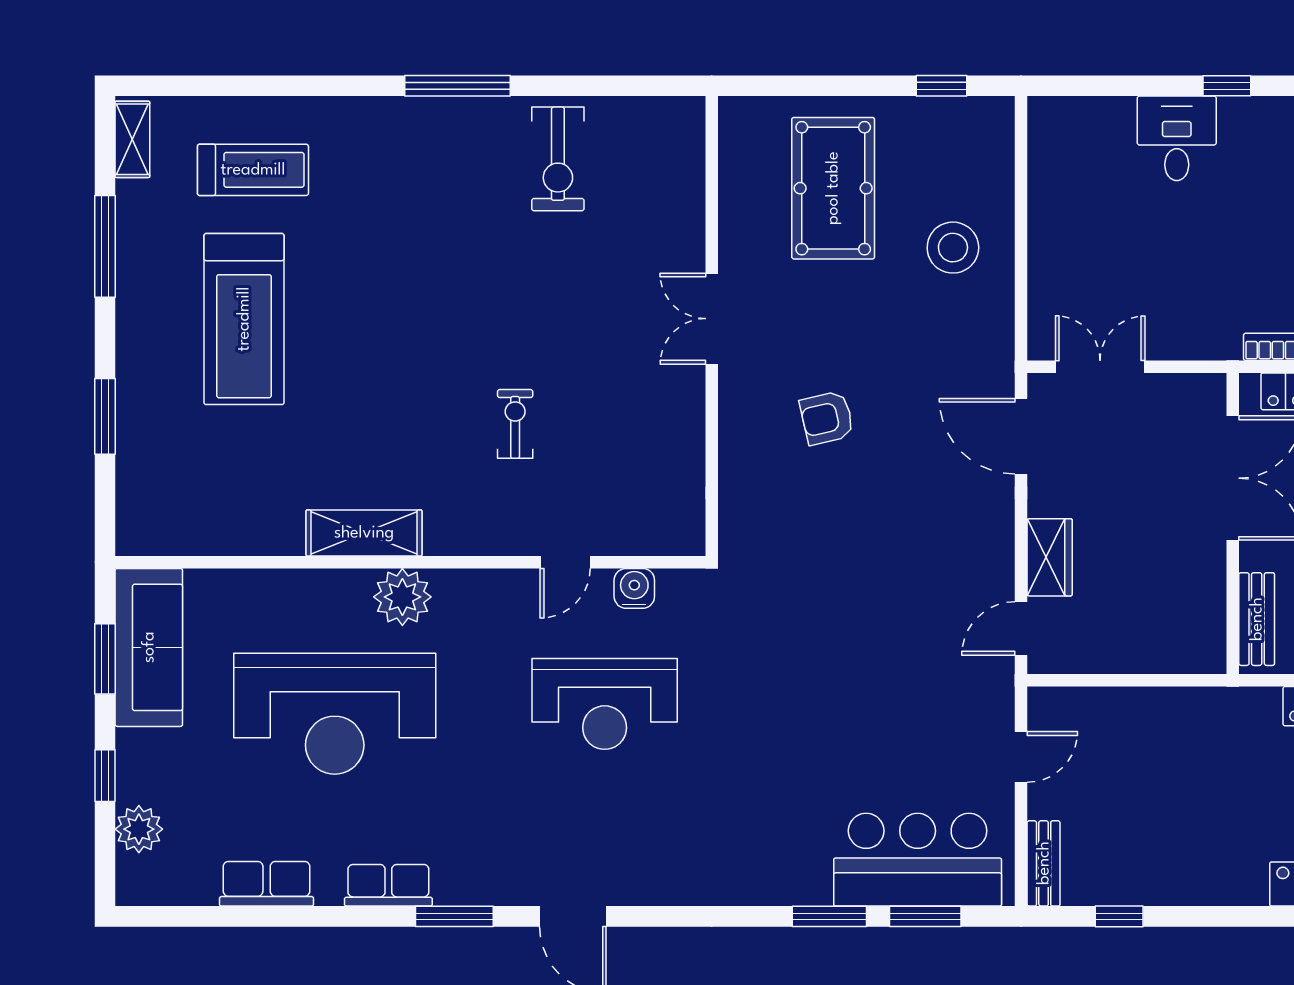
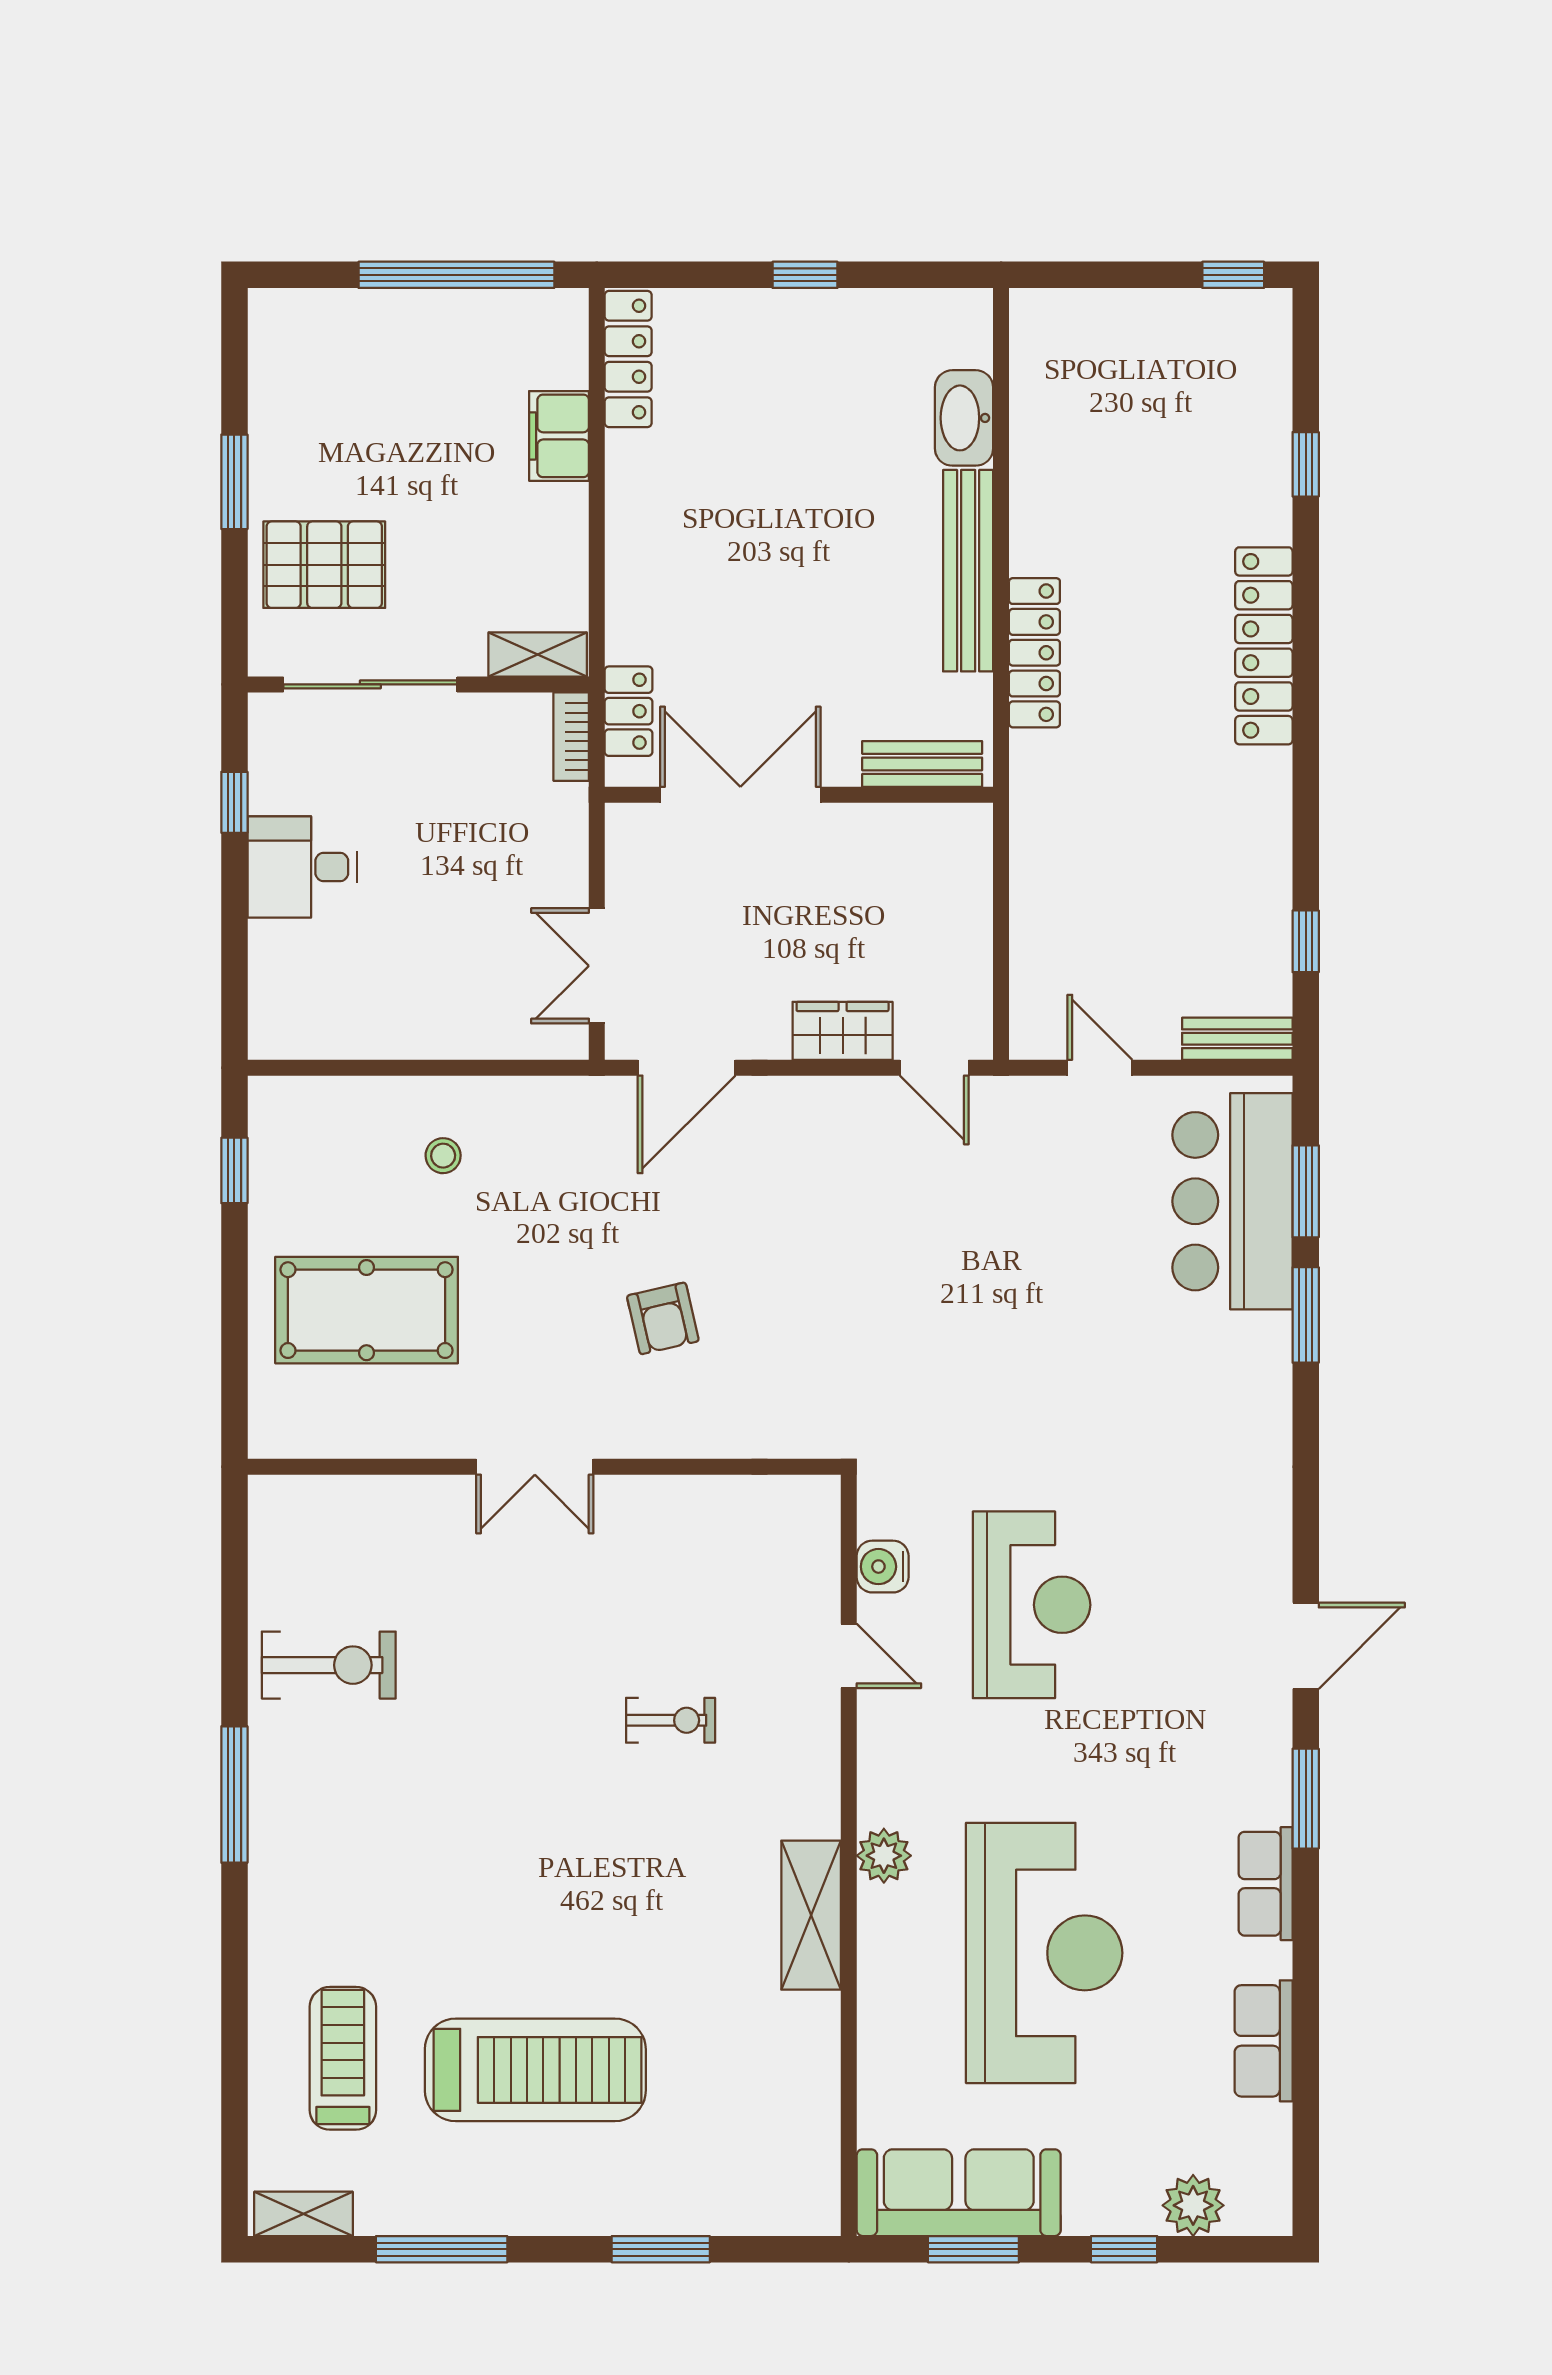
stool: (953, 248) -> (443, 1156), width x0.53, depth x0.53
exercise bike: (515, 424) -> (671, 1720), turned 180
plant: (402, 597) -> (884, 1856), width x0.73, depth x0.73

